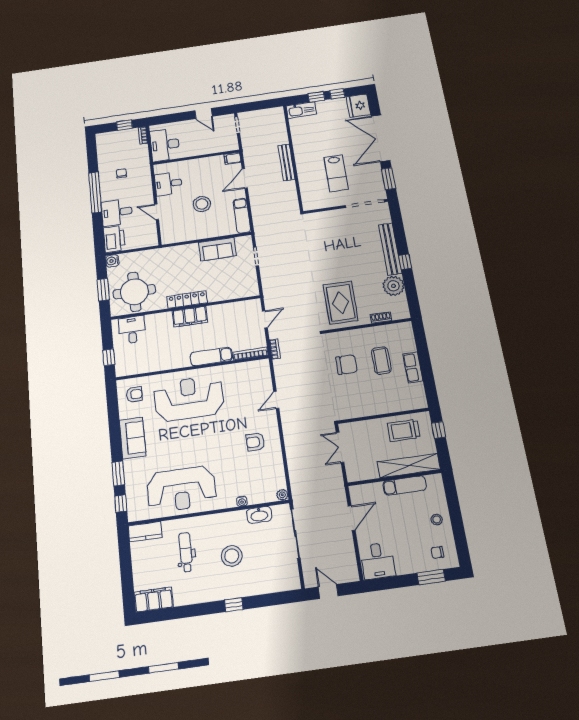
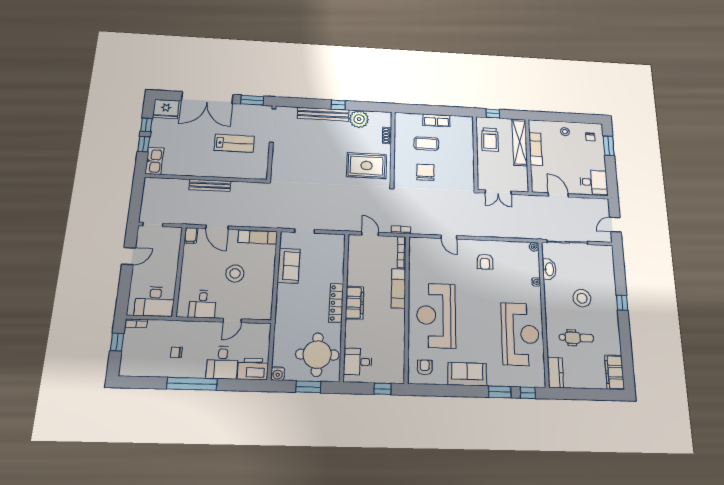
dental chair: (186, 552) -> (576, 338), turned 180

